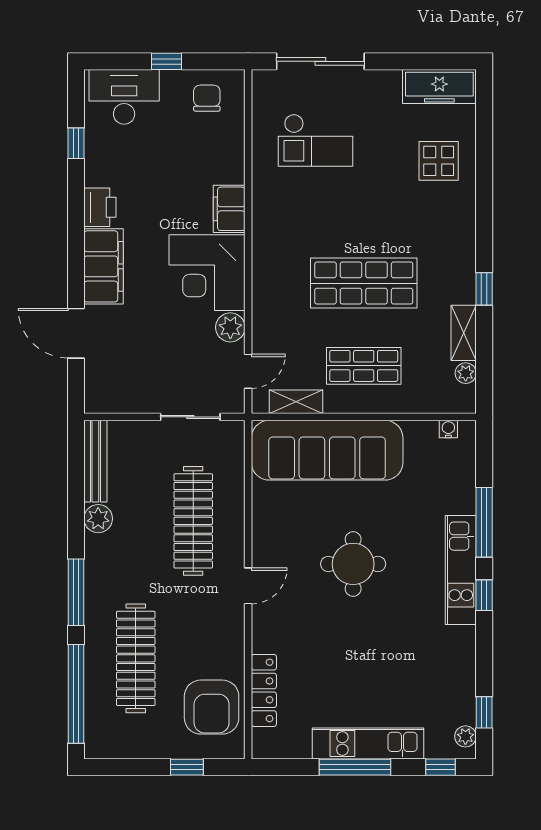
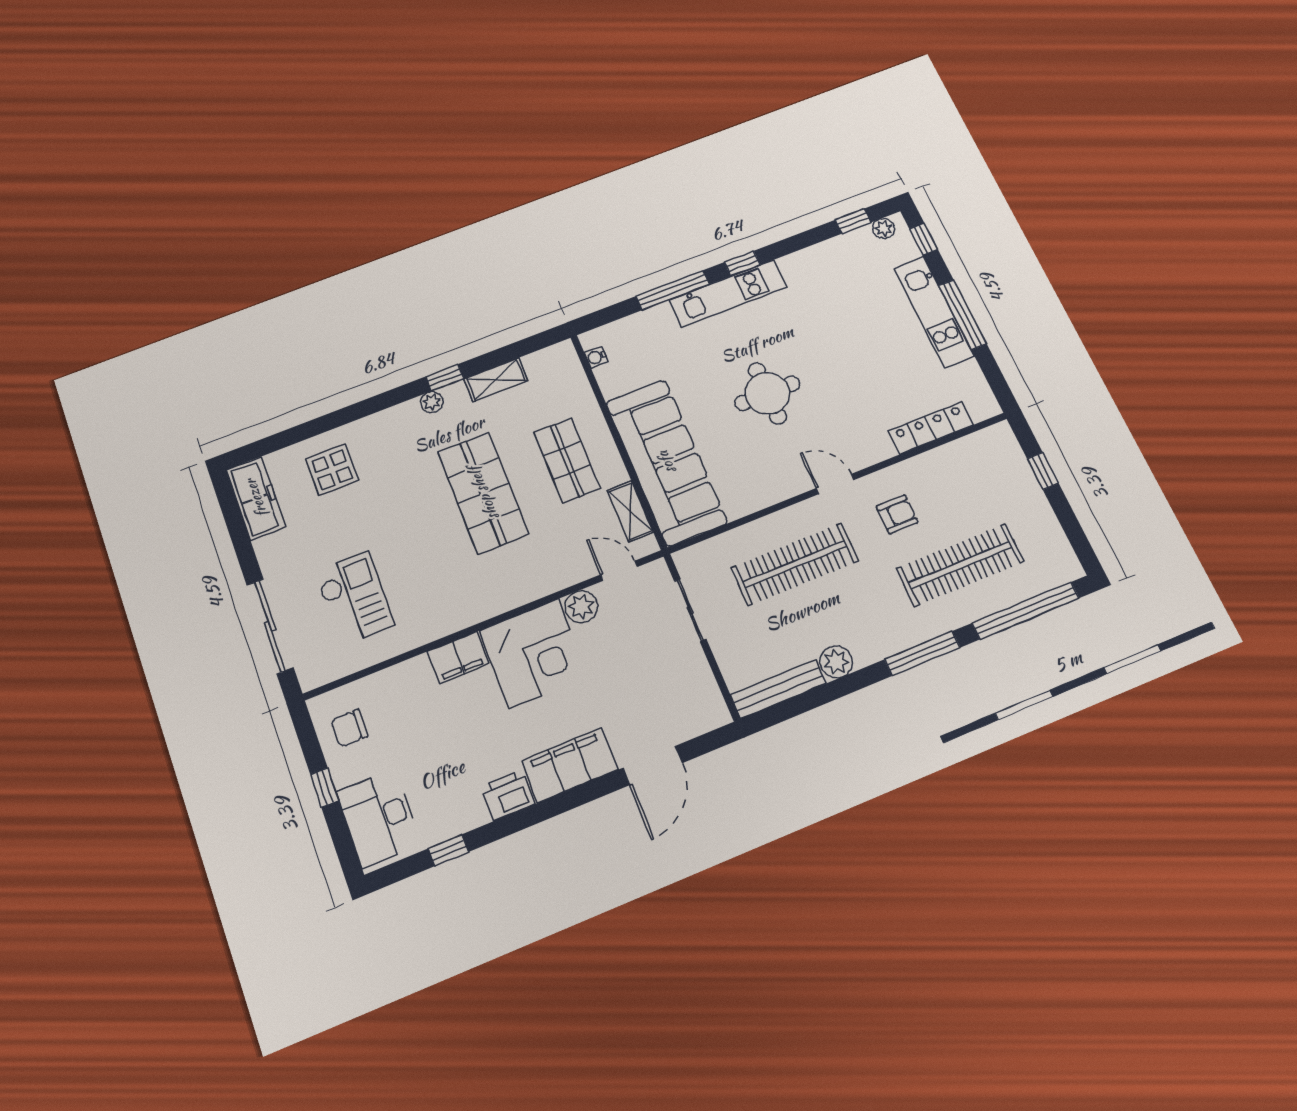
plant: (466, 373) -> (432, 402), moved
armchair: (212, 707) -> (897, 514), moved, width x0.53, depth x0.53

